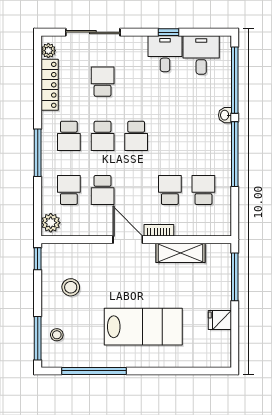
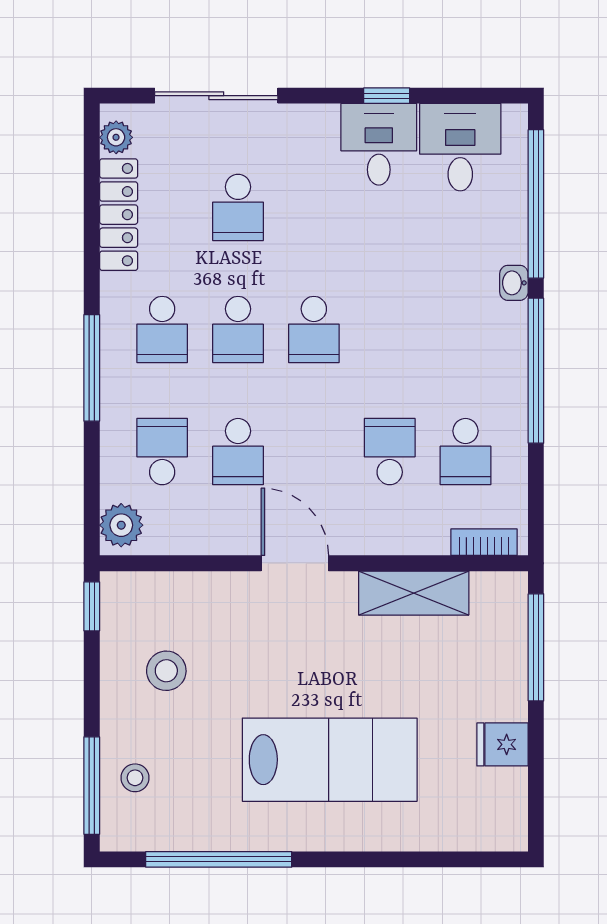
school desk: (103, 82) -> (238, 207), turned 180
school desk: (203, 190) -> (466, 452), turned 180
bookcase: (159, 230) -> (484, 542), moved

